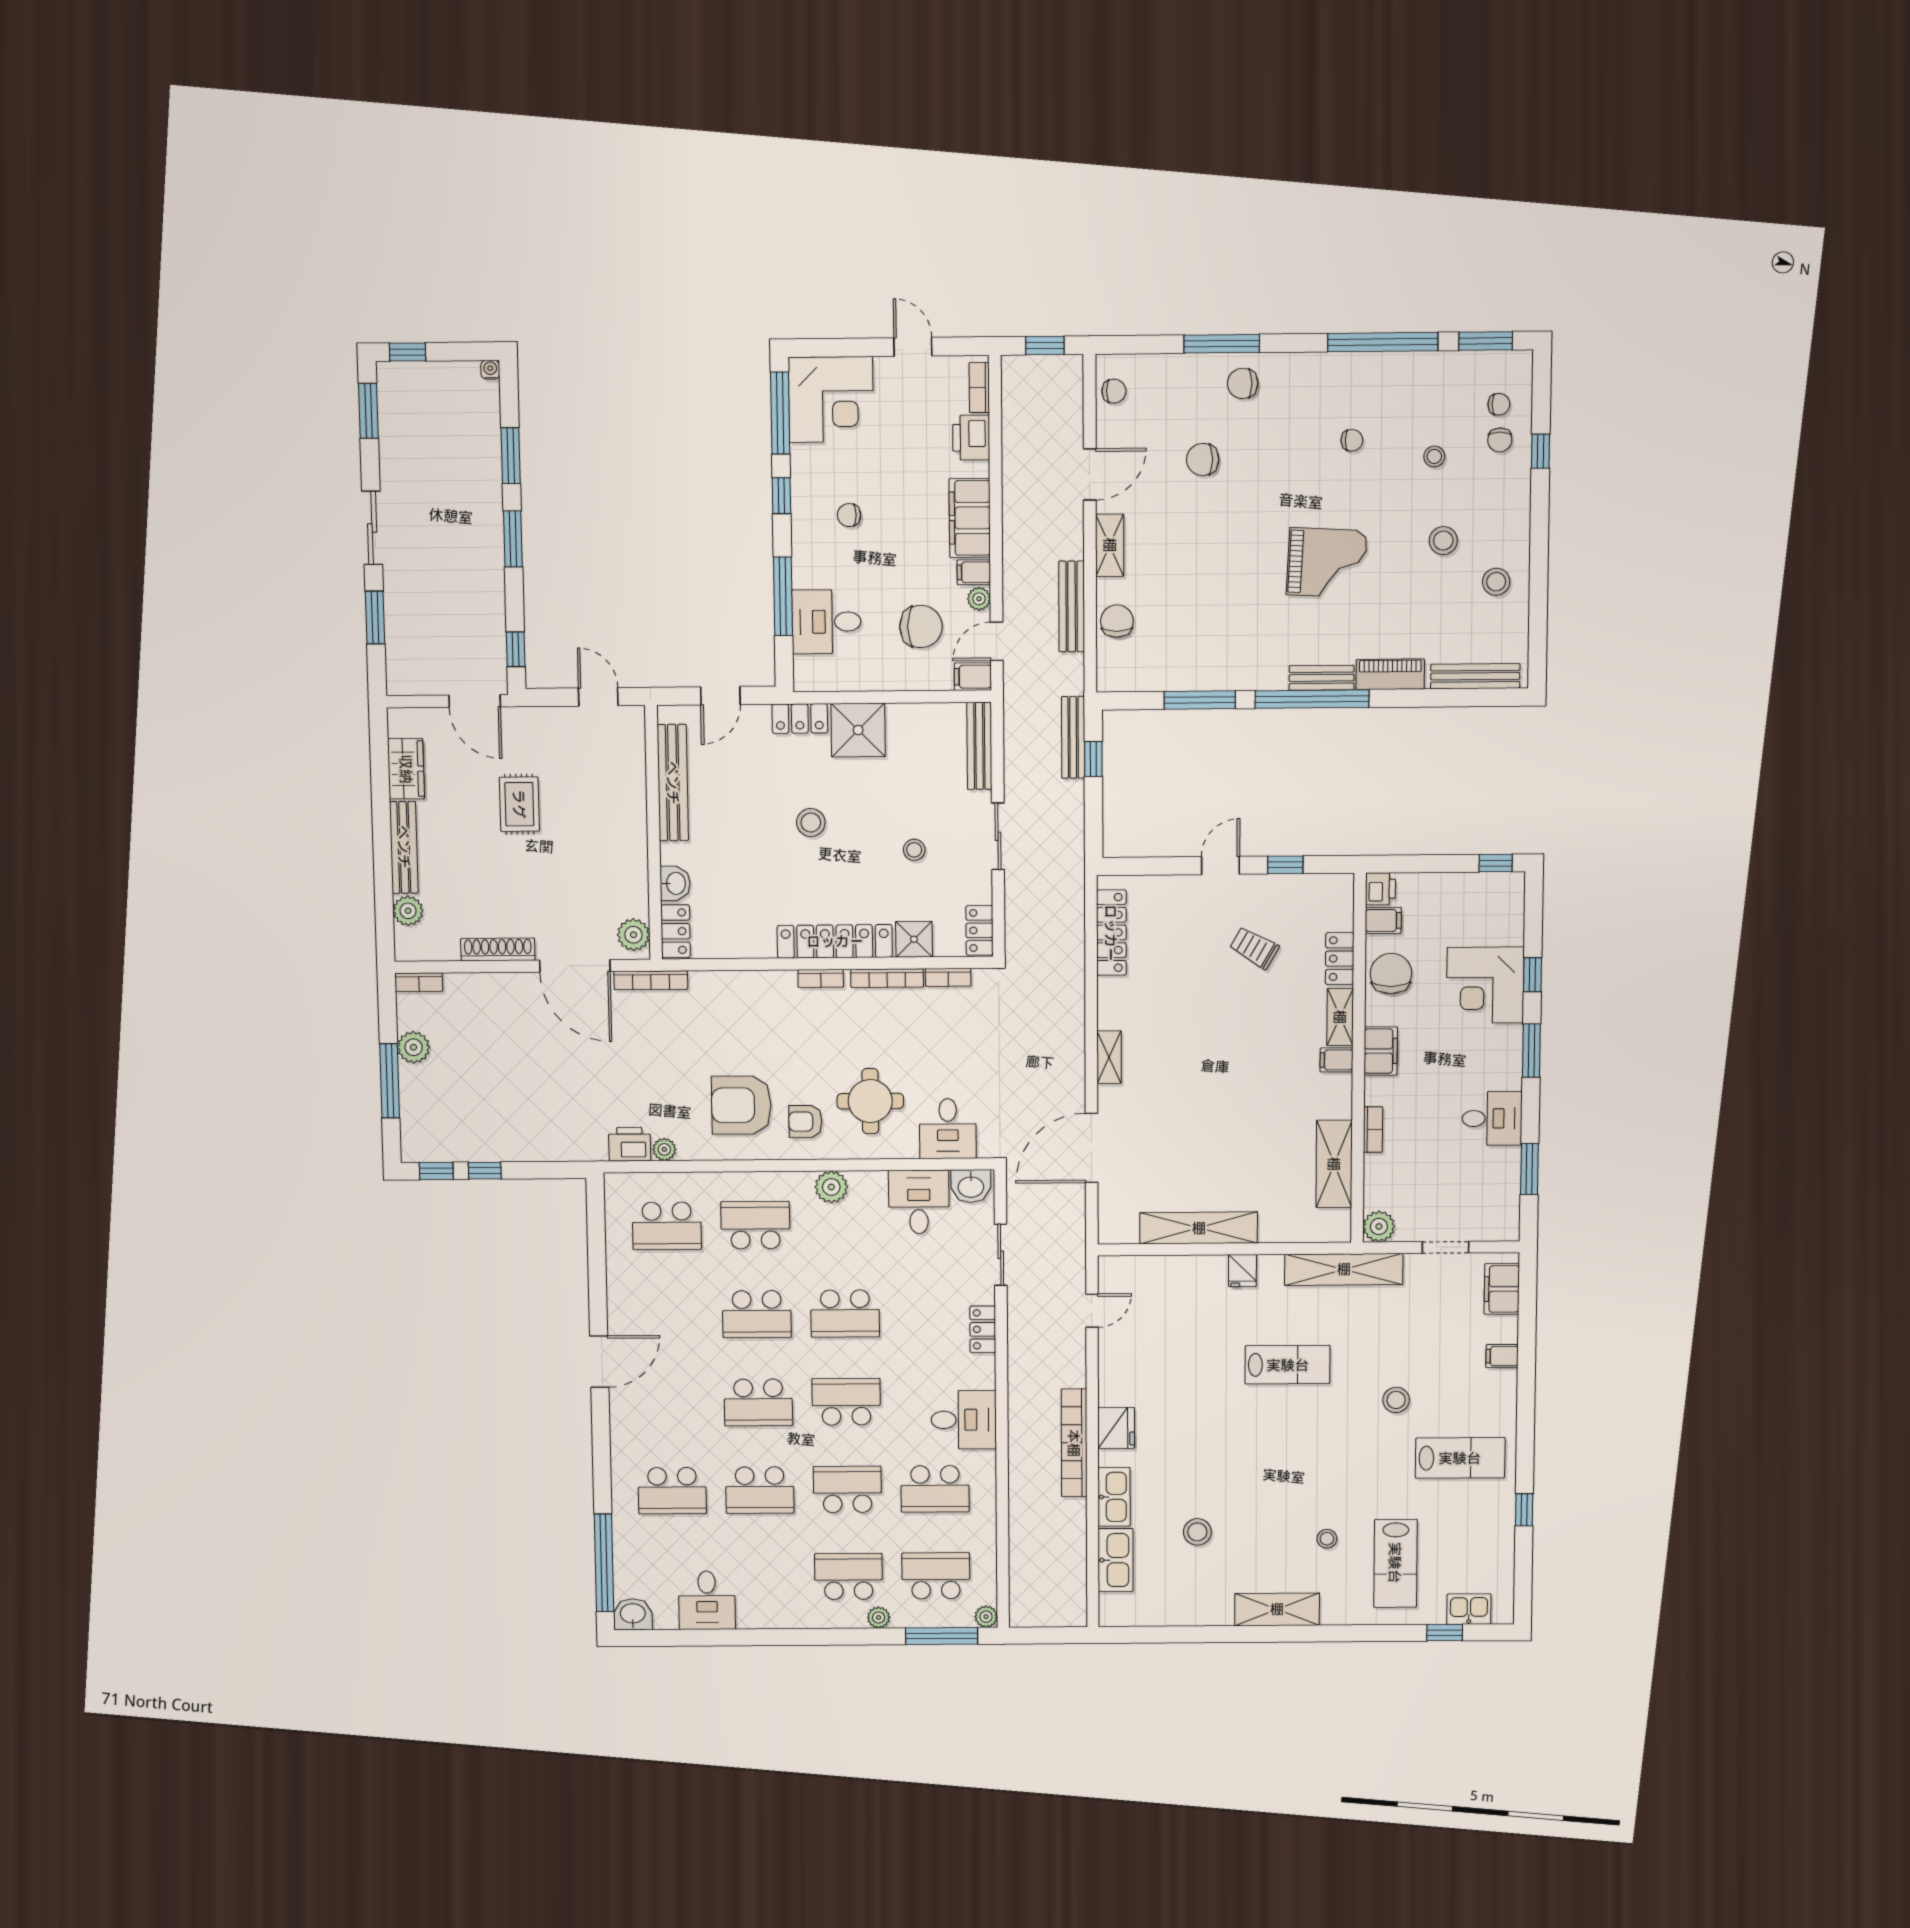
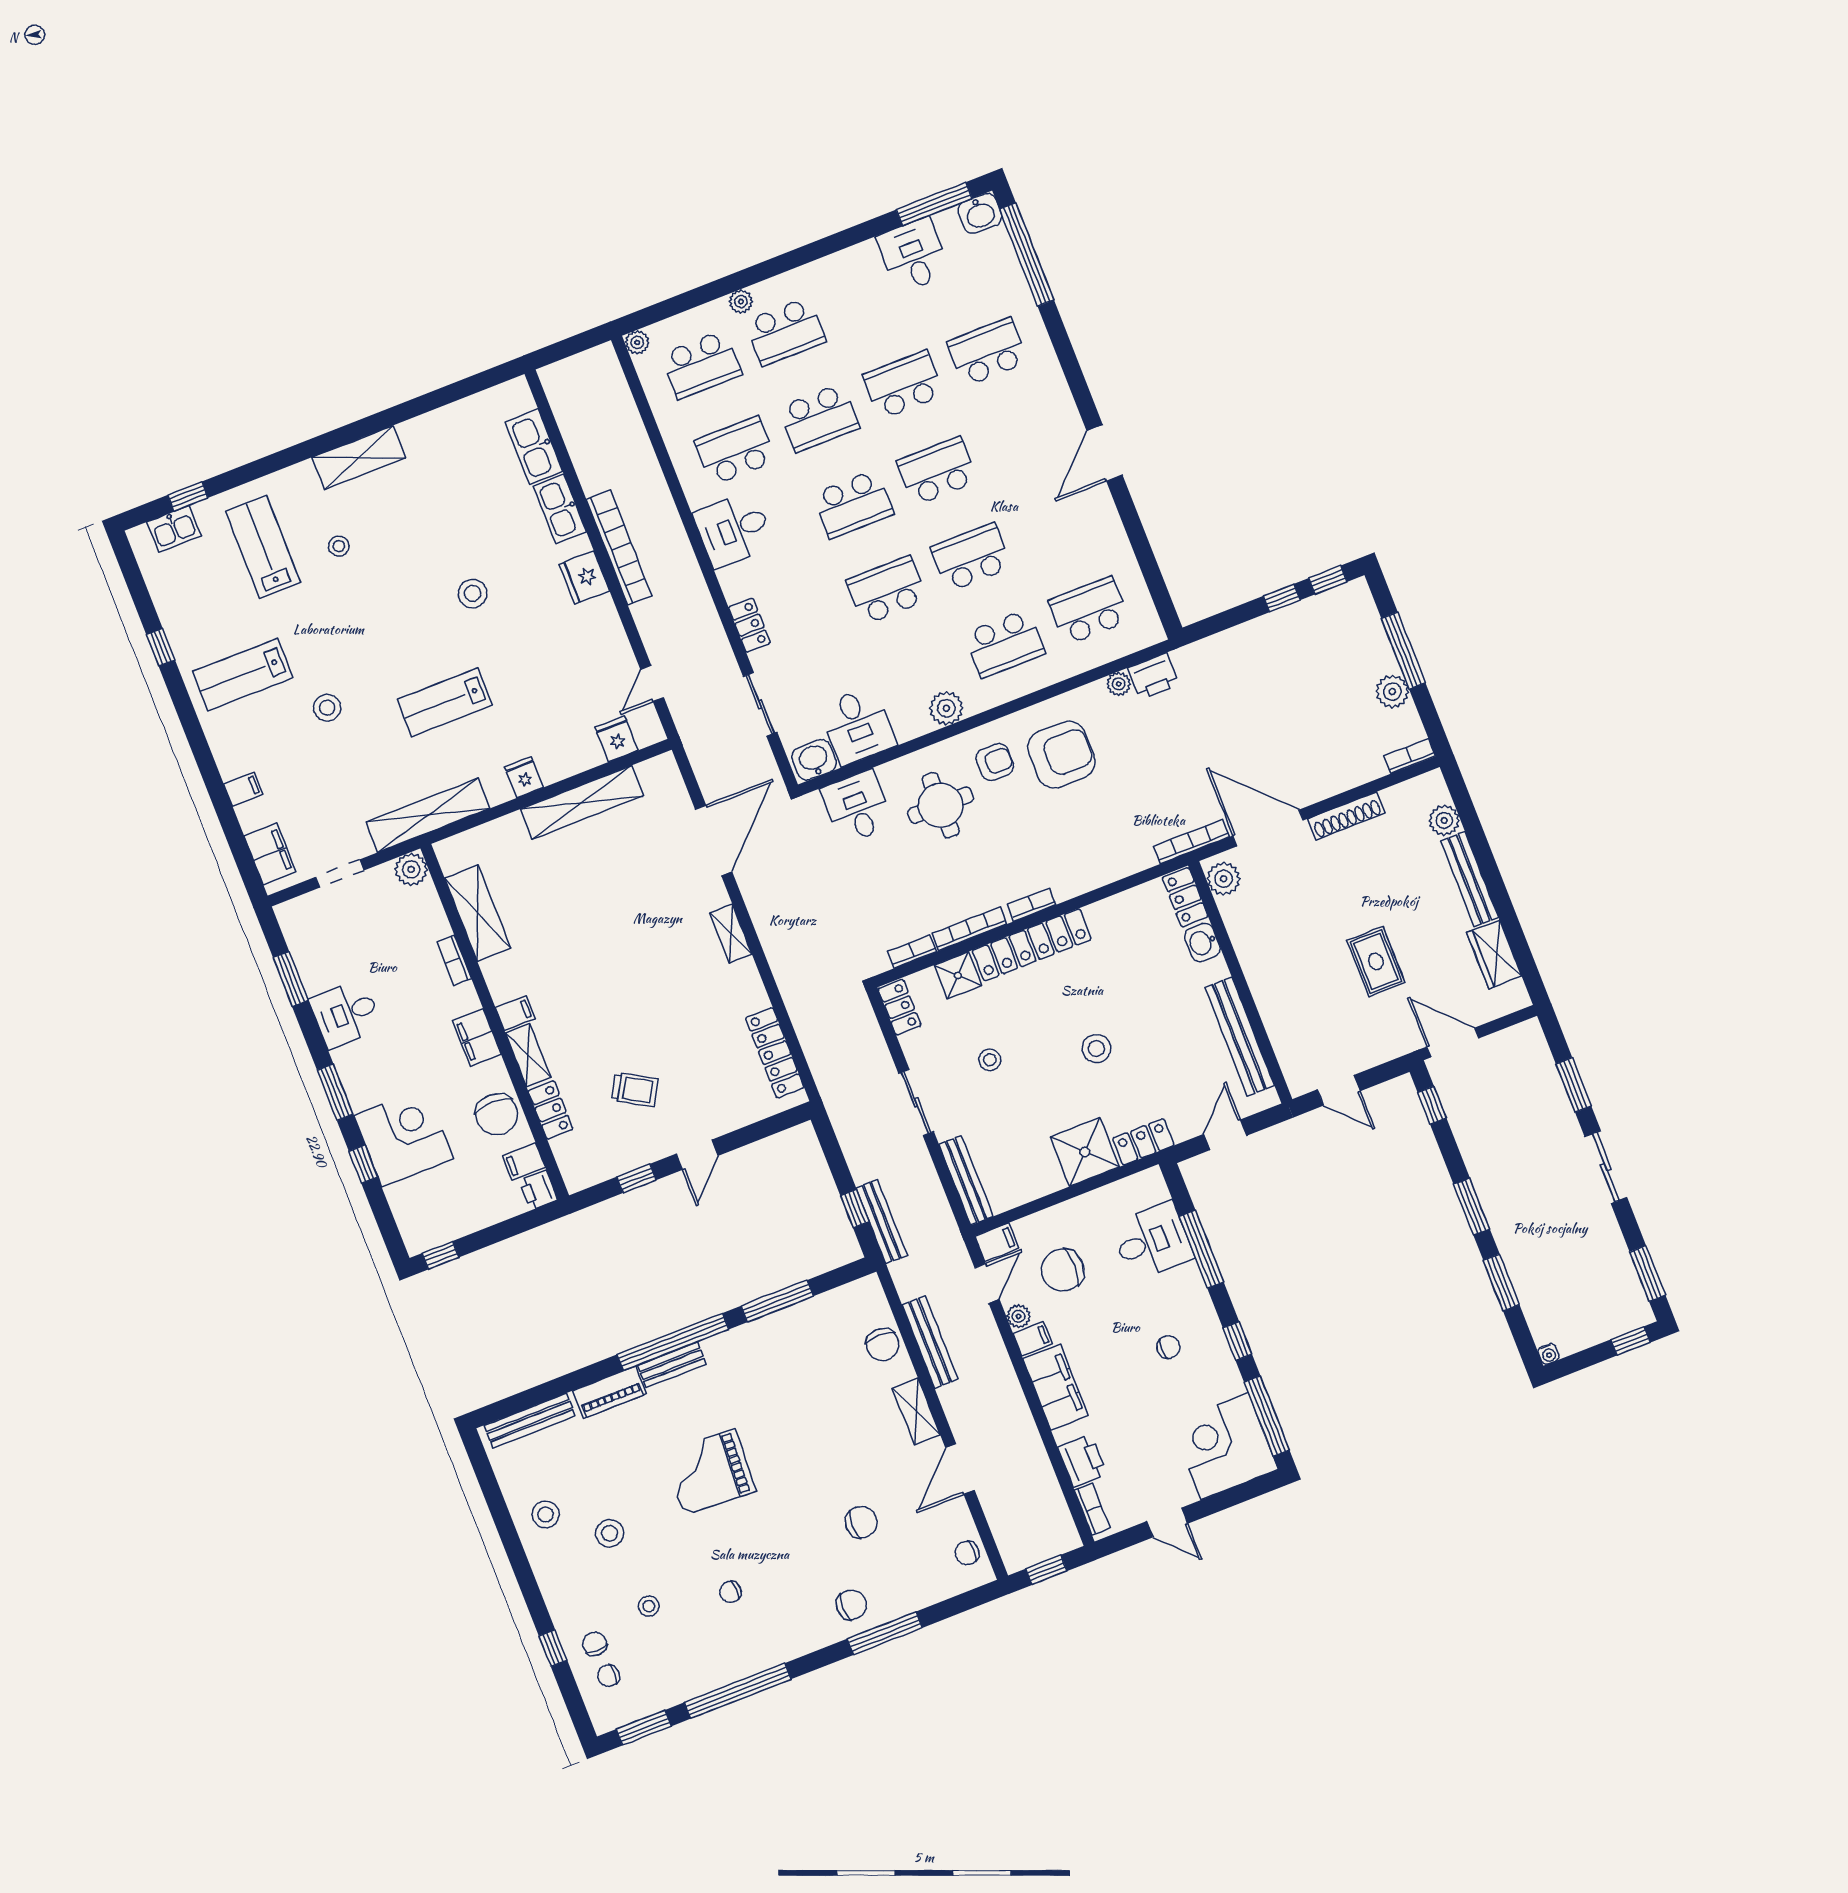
fridge: (1144, 1273) -> (616, 739), added
stool: (1197, 1532) -> (473, 594), moved
window: (941, 1636) -> (934, 204), moved

